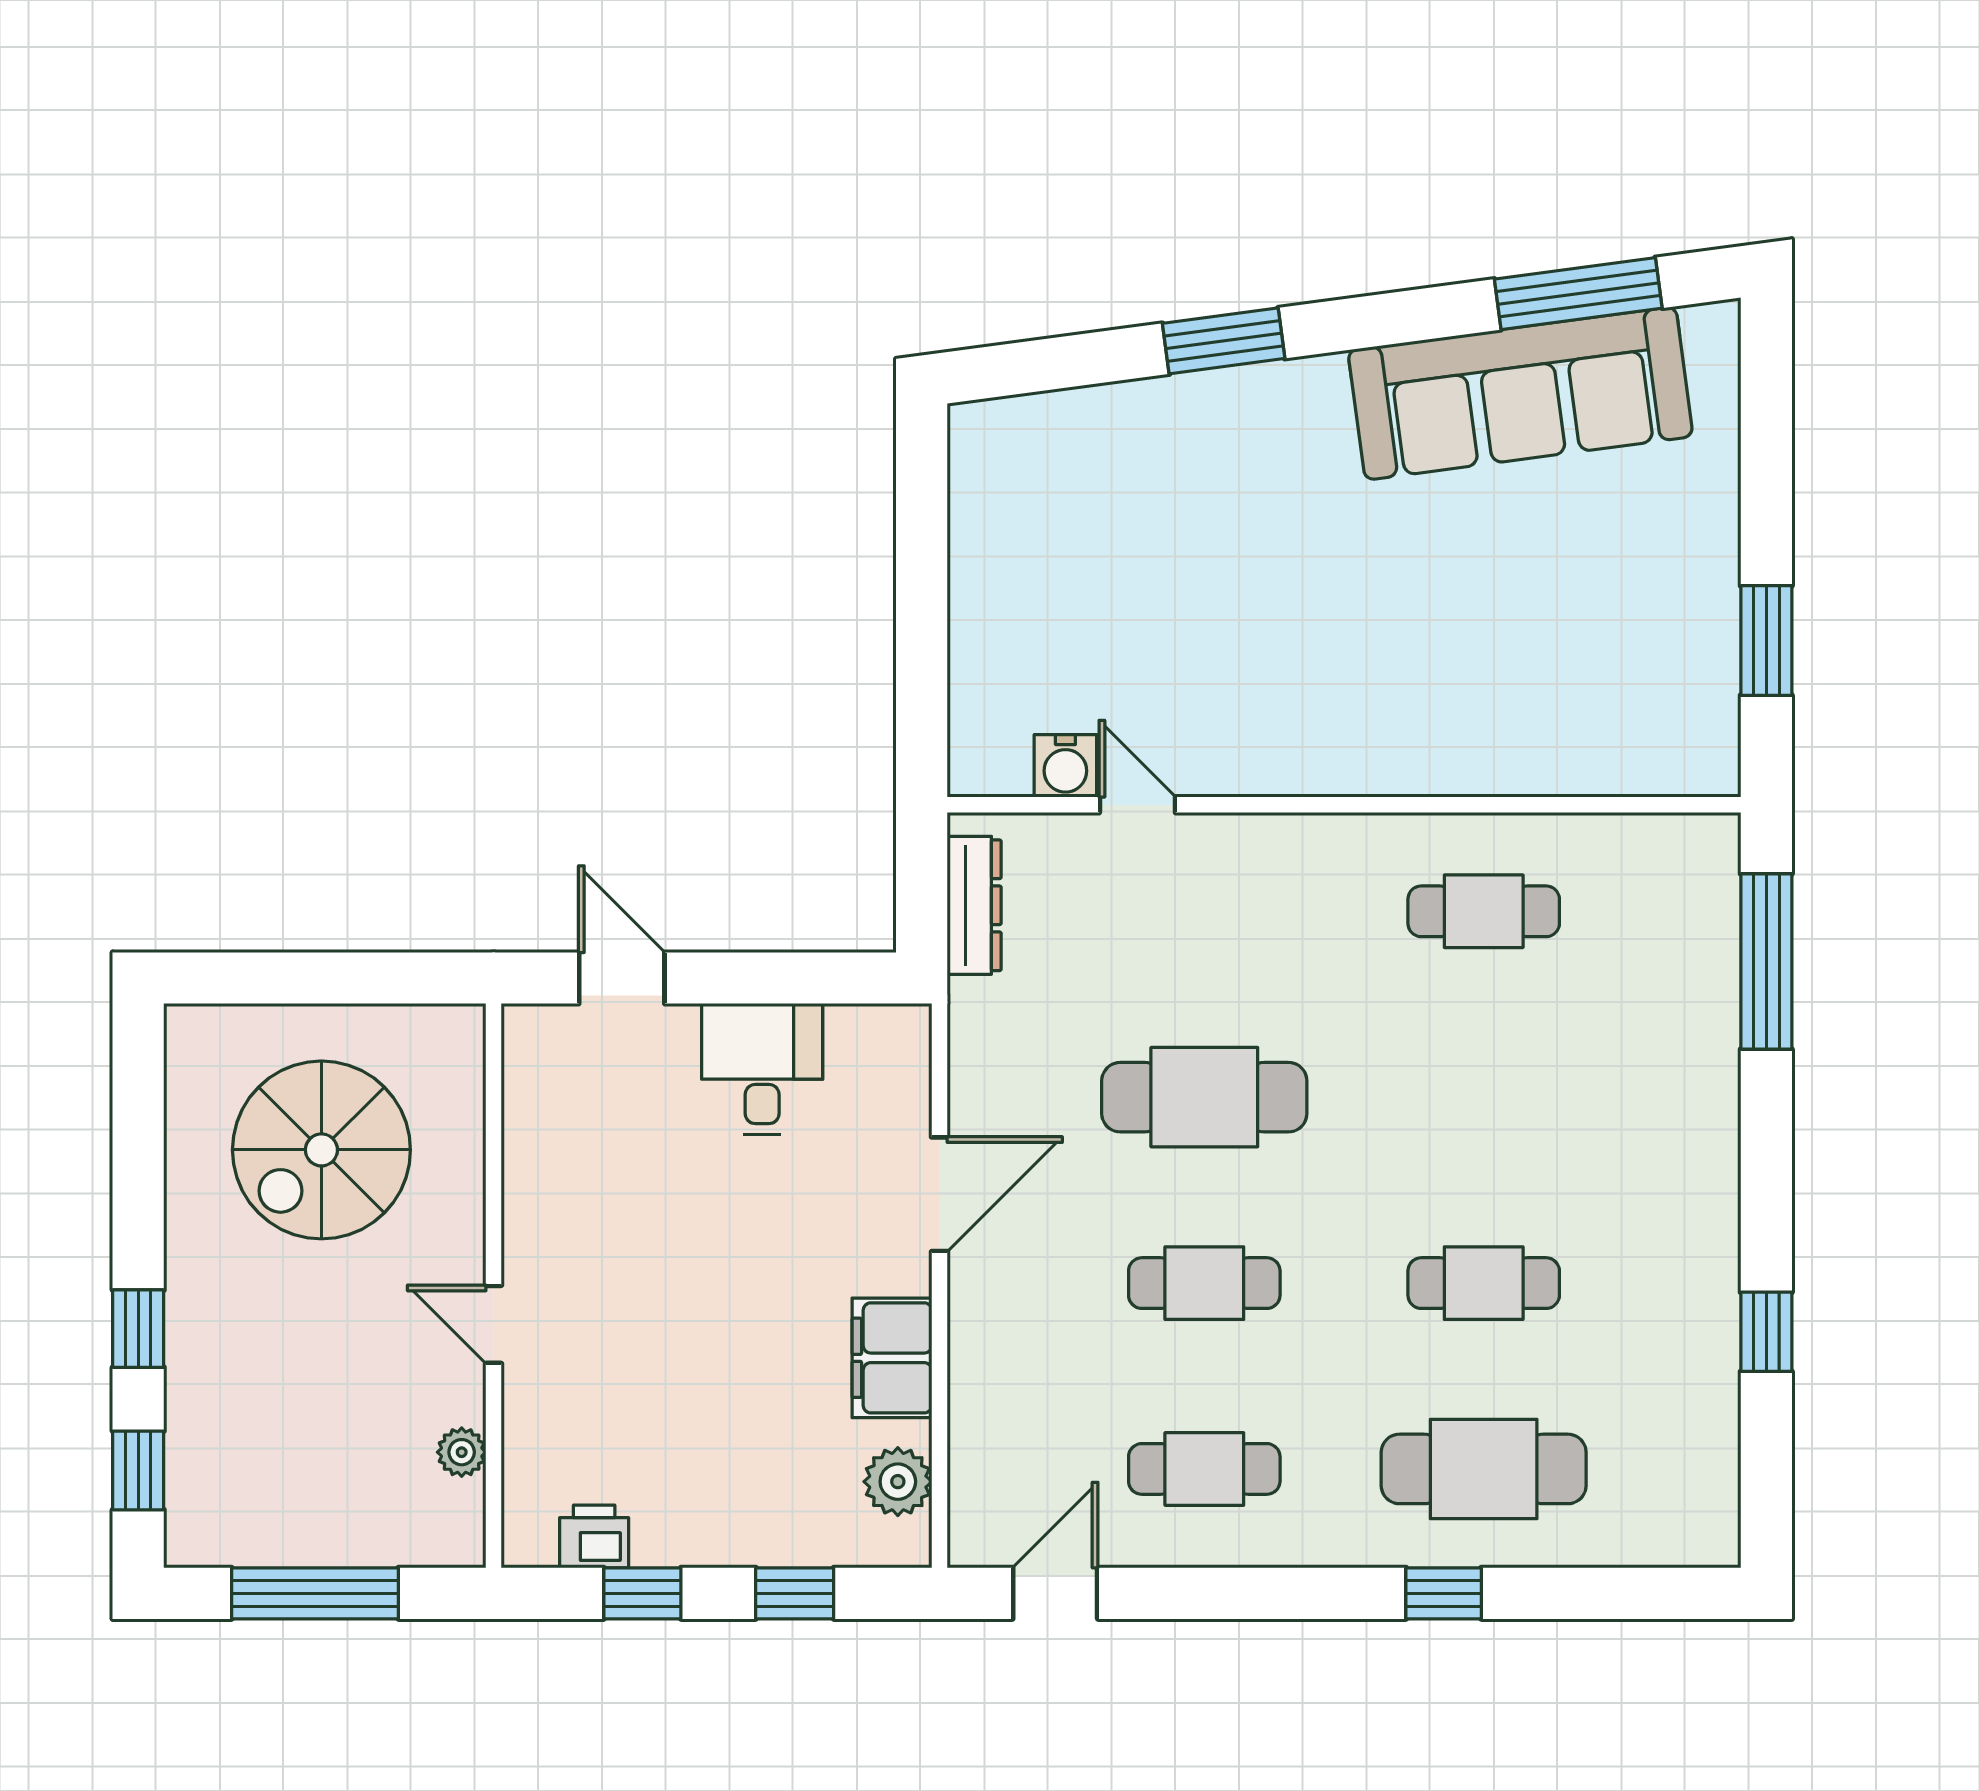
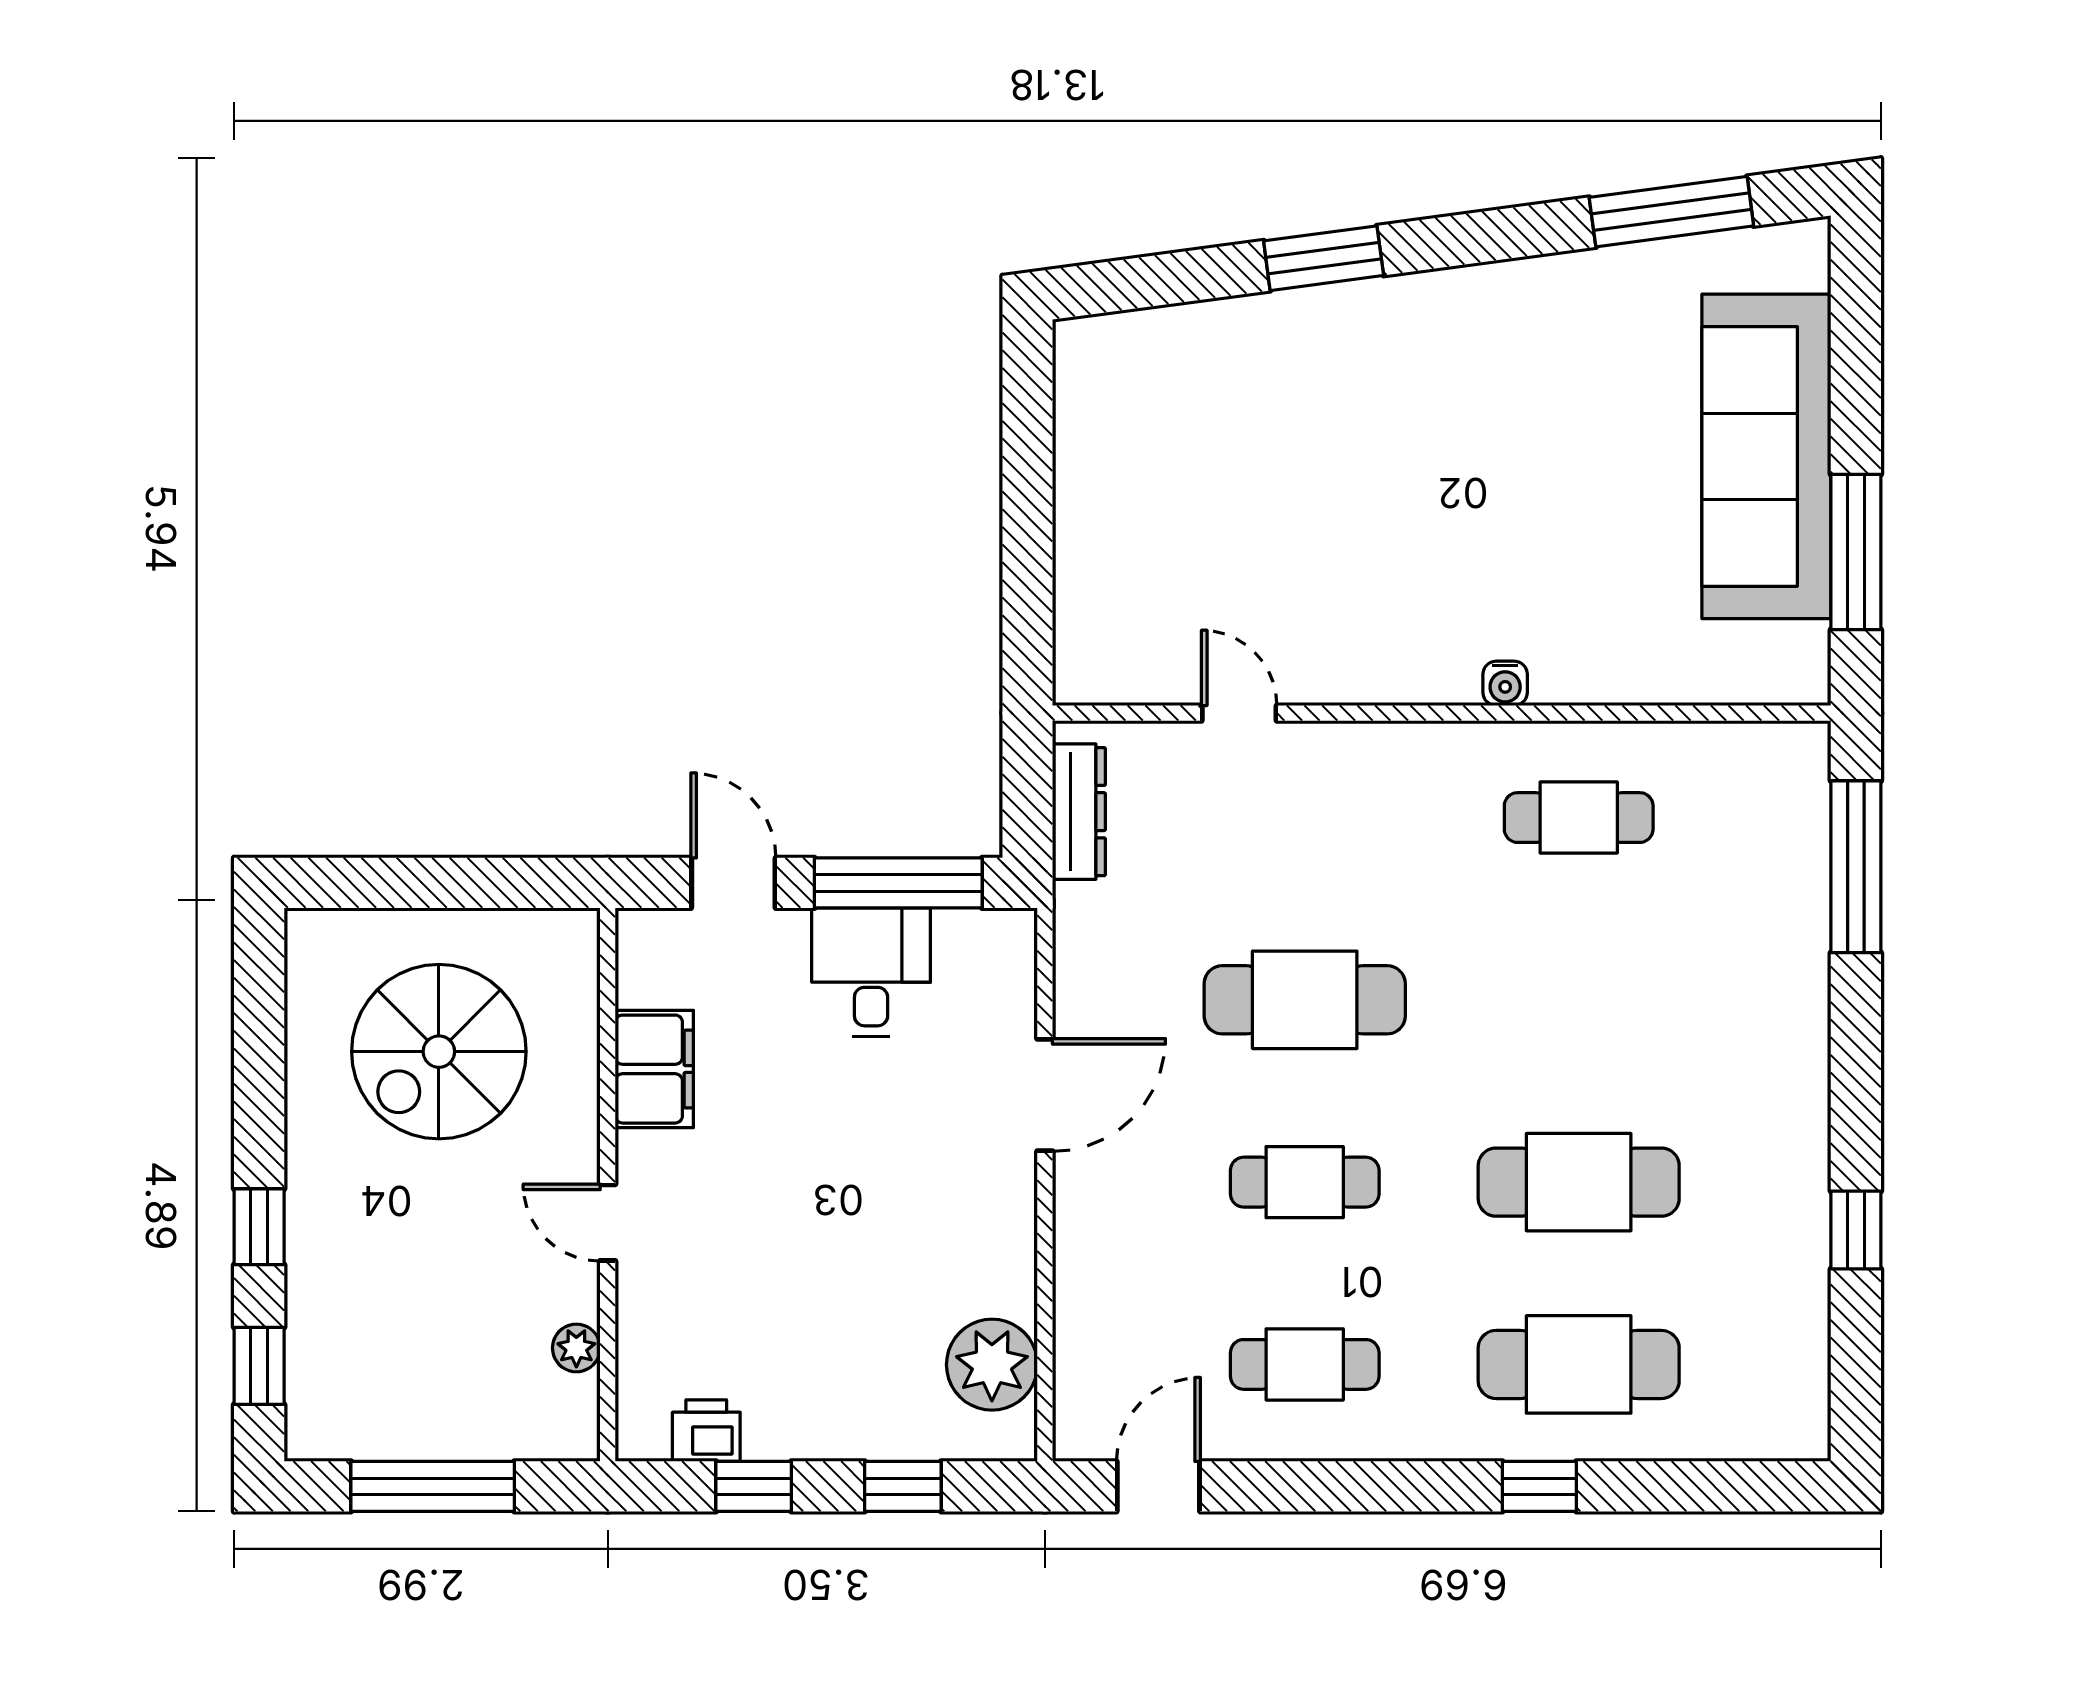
sofa: (1520, 393) -> (1766, 456), moved, turned 98
window: (1766, 641) -> (1856, 552), width x1.44
water cooler: (1065, 766) -> (1505, 683), moved, width x0.72, depth x0.72
window: (790, 978) -> (898, 883), added
cafe table: (1484, 1283) -> (1579, 1182), width x1.37, depth x1.35
filing cabinet: (892, 1358) -> (654, 1069), moved, turned 180
plant: (898, 1482) -> (992, 1365), width x1.36, depth x1.36

